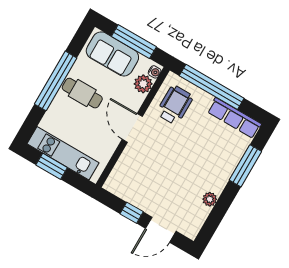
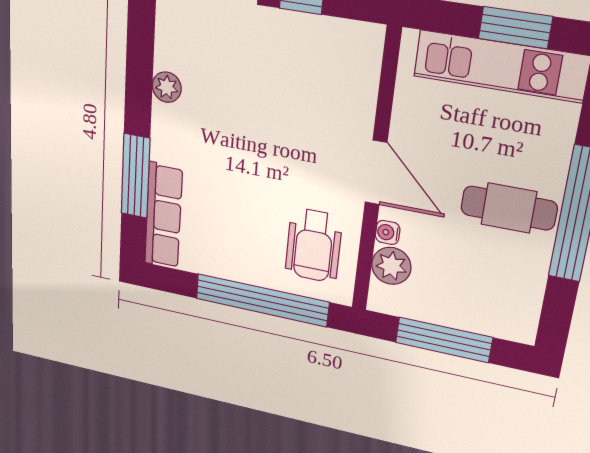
sofa: (112, 54) -> (477, 305), removed
water cooler: (155, 72) -> (388, 232), moved
row of seats: (234, 118) -> (163, 216), moved, turned 90

